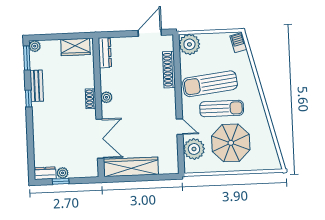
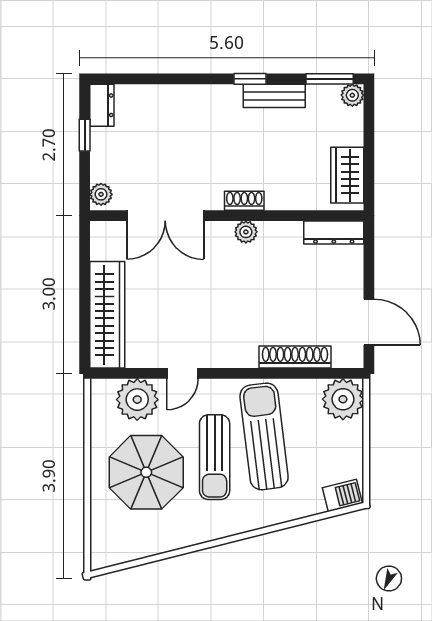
wardrobe: (131, 167) -> (107, 315), moved
plant: (63, 173) -> (101, 194), moved

